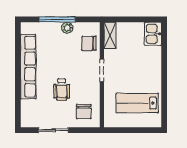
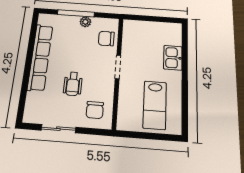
kitchen sink: (153, 34) -> (173, 58), moved
shelving: (110, 35) -> (129, 32), removed
lab bench: (137, 103) -> (155, 105), turned -90

